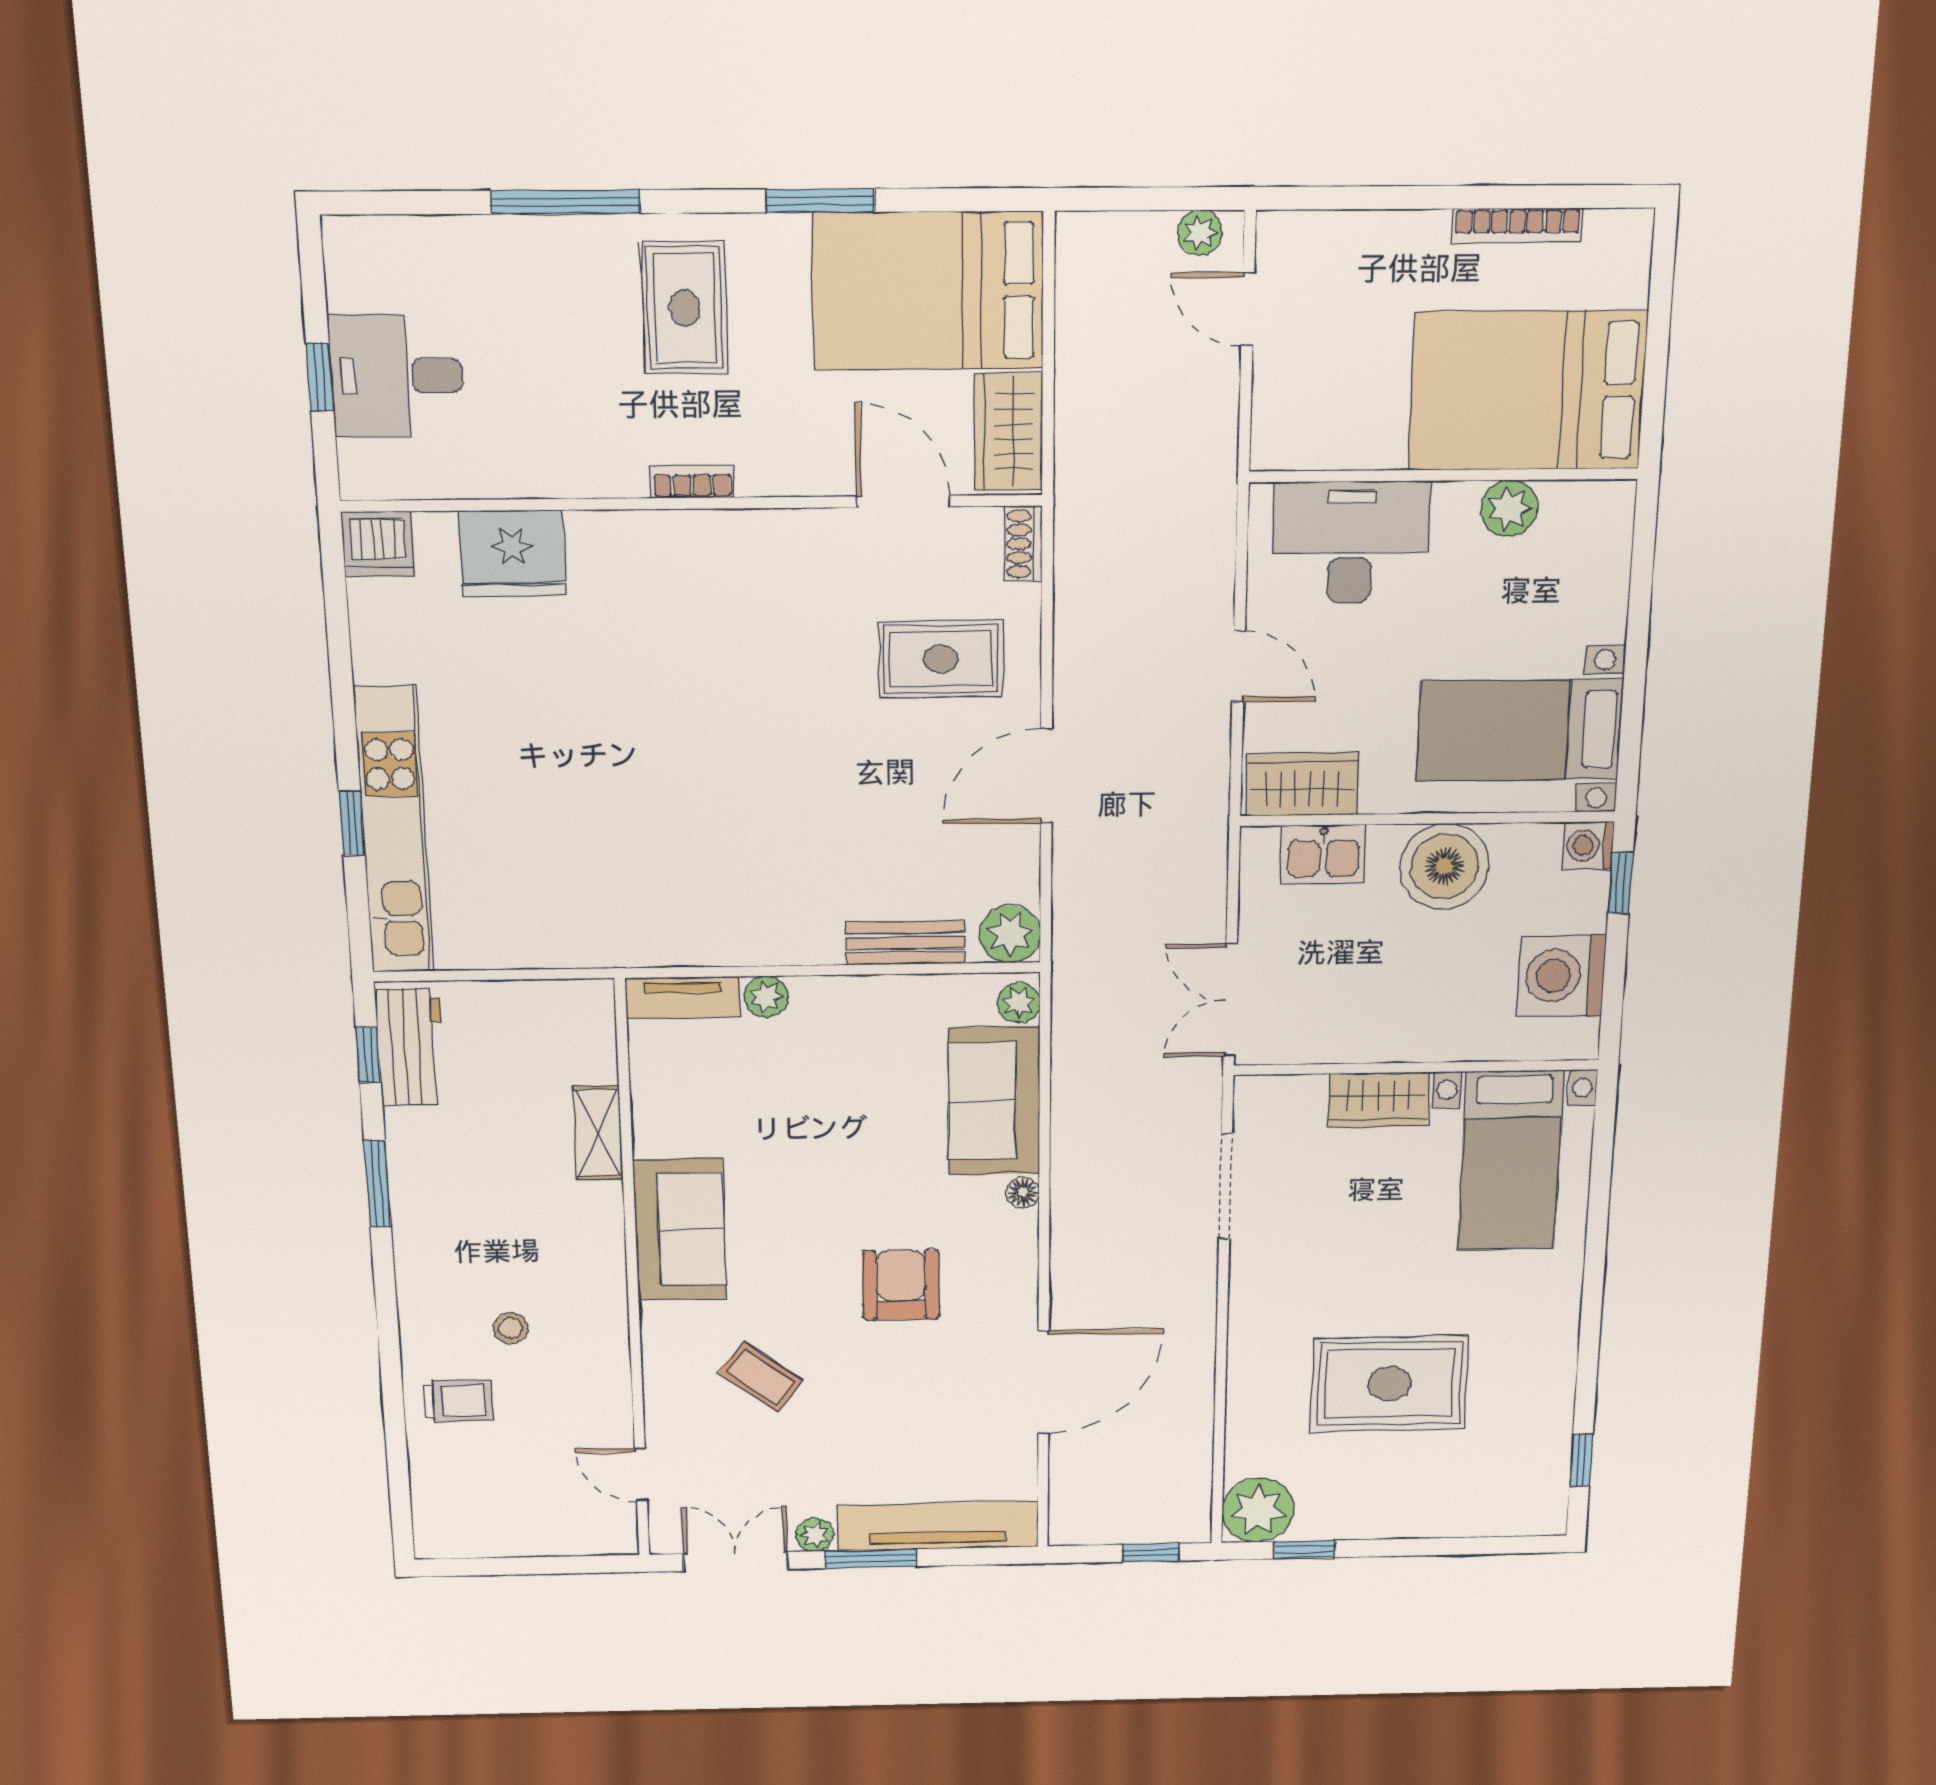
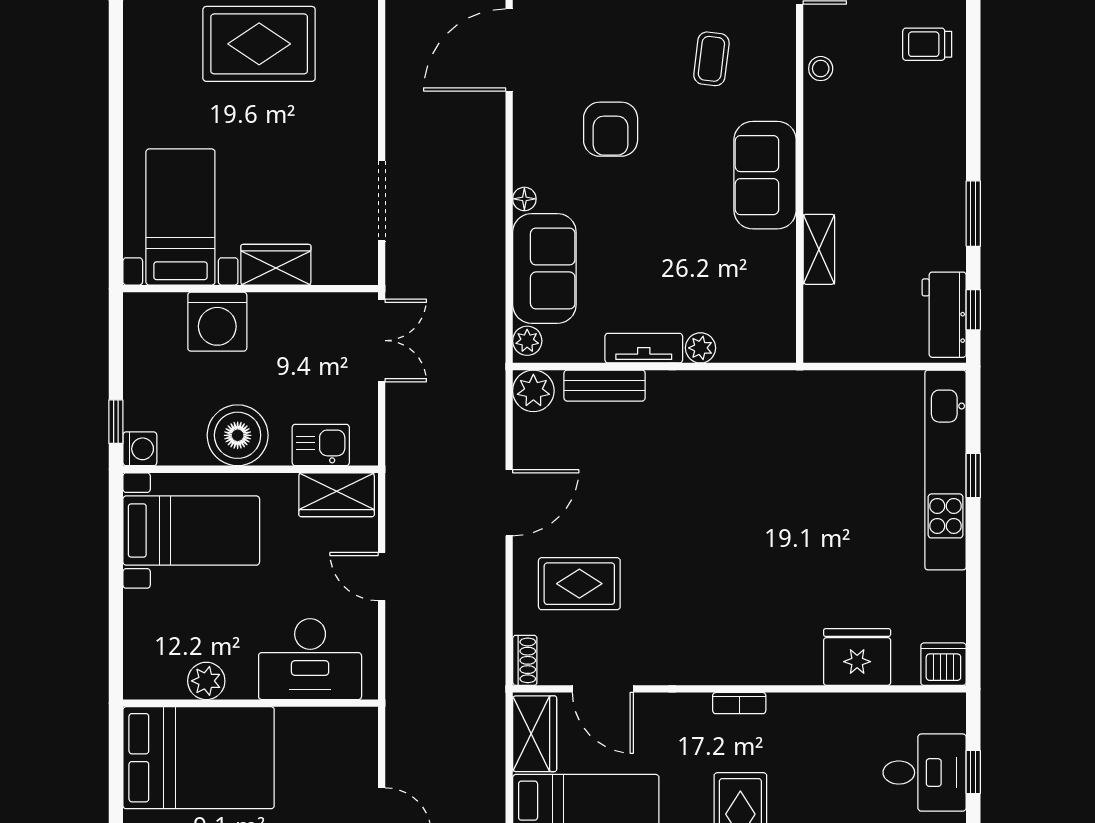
washing machine: (1562, 976) -> (217, 322), moved, turned 90
tv unit: (683, 998) -> (644, 348), moved
stool: (510, 1328) -> (821, 69), moved
coffee table: (761, 1377) -> (711, 59), turned 59

